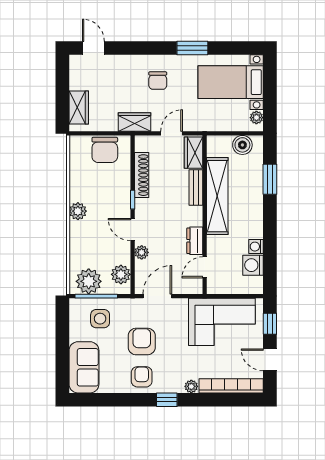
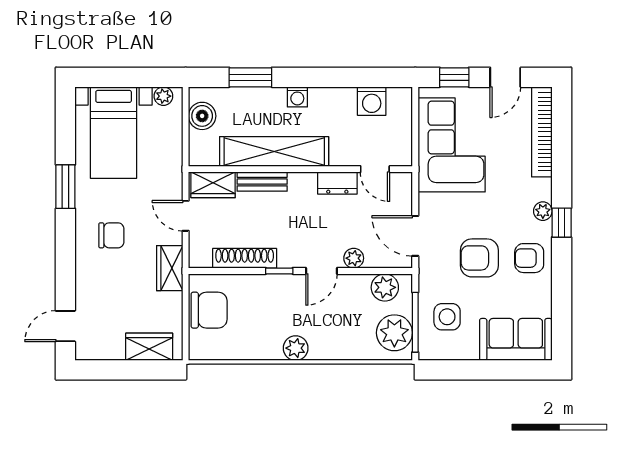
washing machine: (256, 247) -> (297, 97), moved
plant: (191, 386) -> (543, 211), moved

